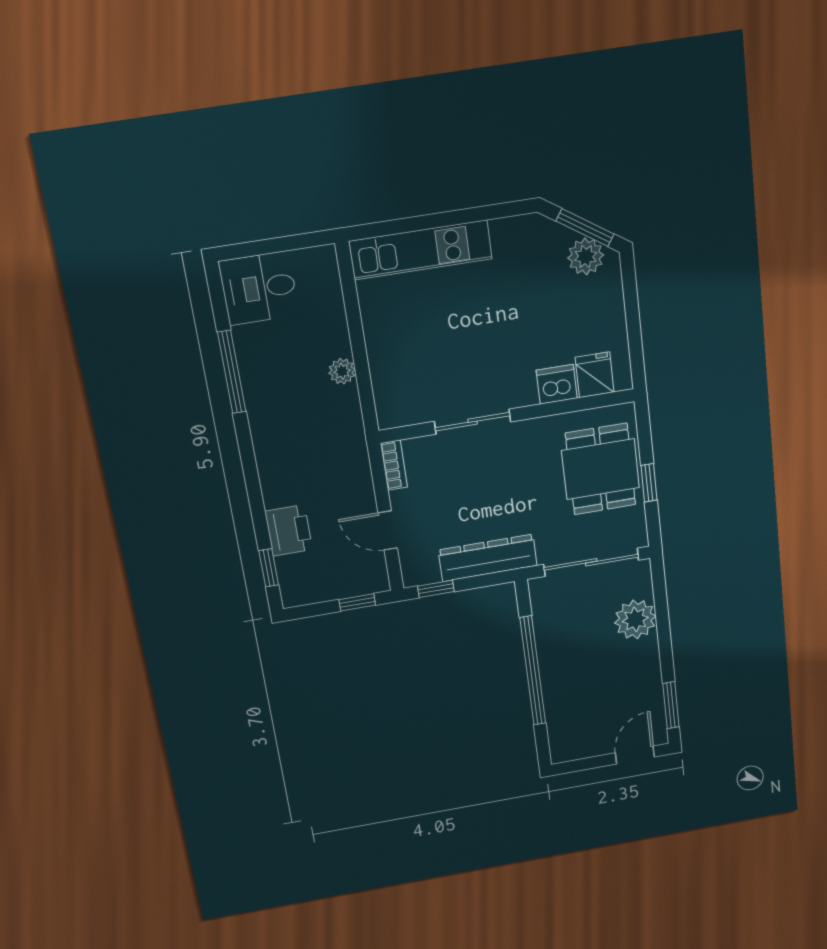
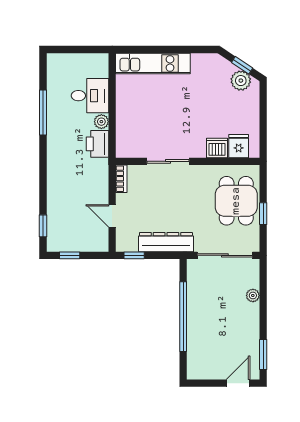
window: (585, 228) -> (242, 65), width x0.67
desk: (259, 288) -> (90, 96), moved, turned 180
printer: (289, 530) -> (97, 144), moved, turned 180
window: (357, 602) -> (70, 255), moved
plant: (635, 619) -> (253, 295), width x0.53, depth x0.53

